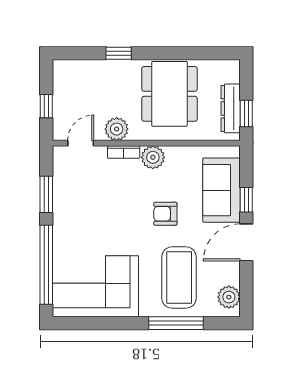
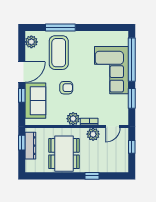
corner sofa: (95, 286) -> (111, 70), moved, turned 90

